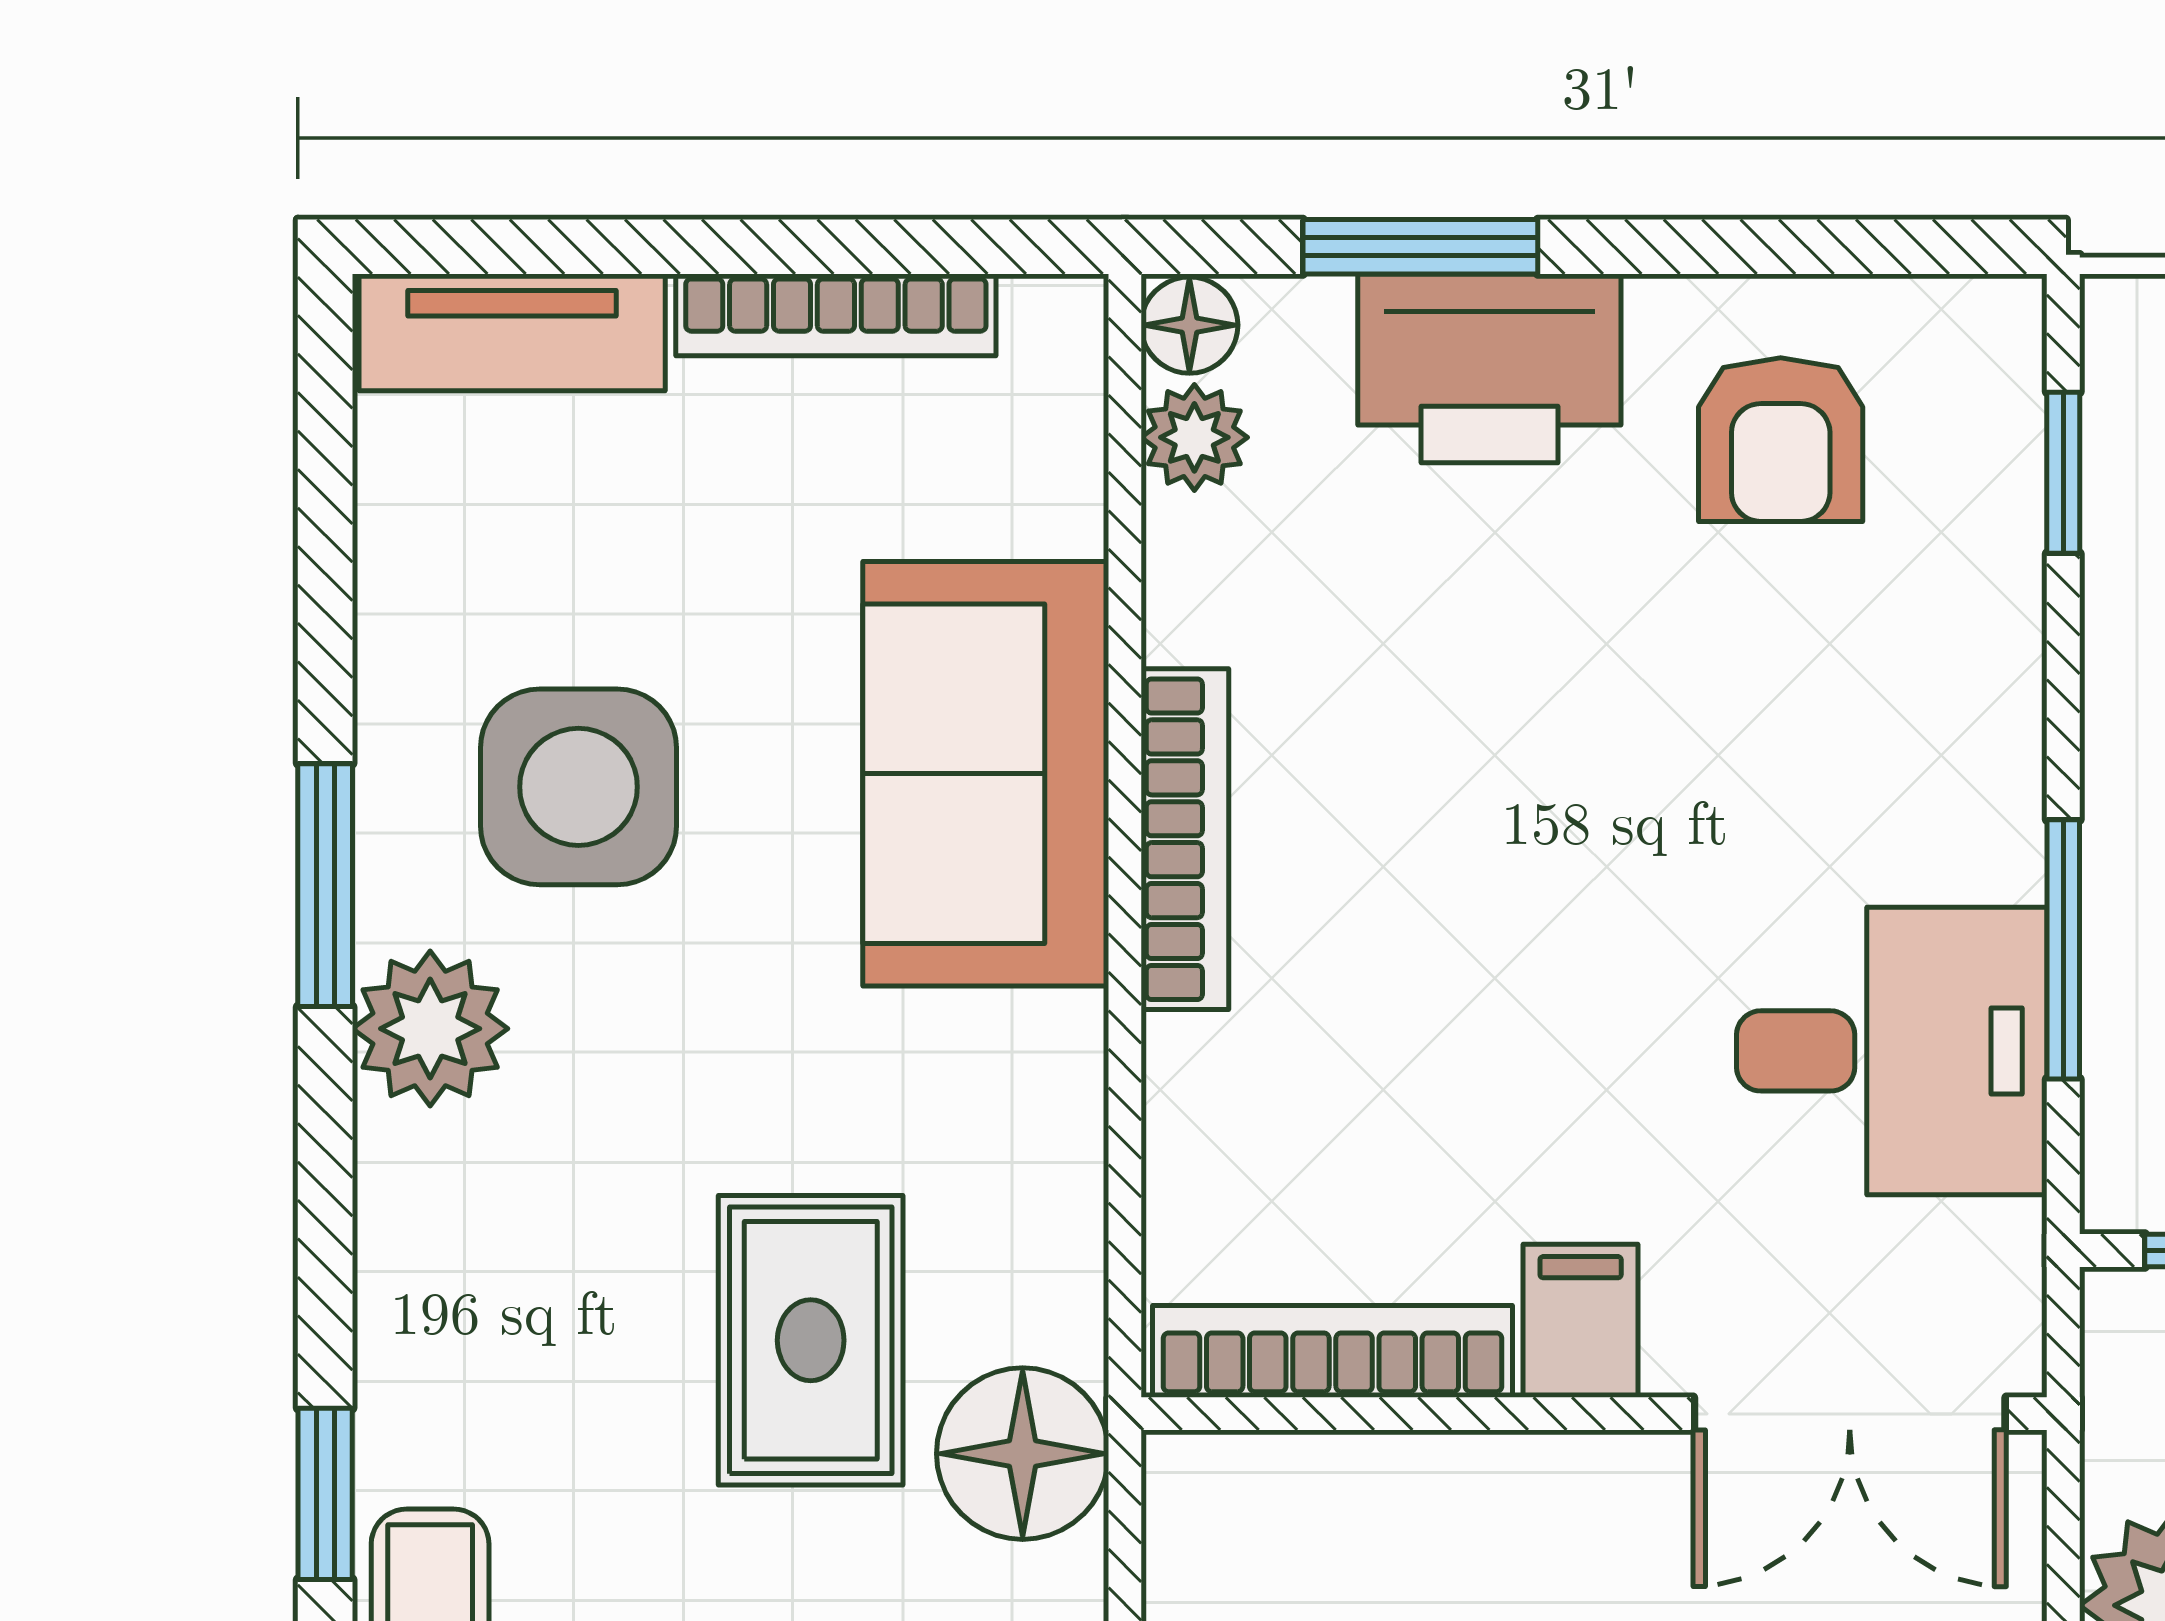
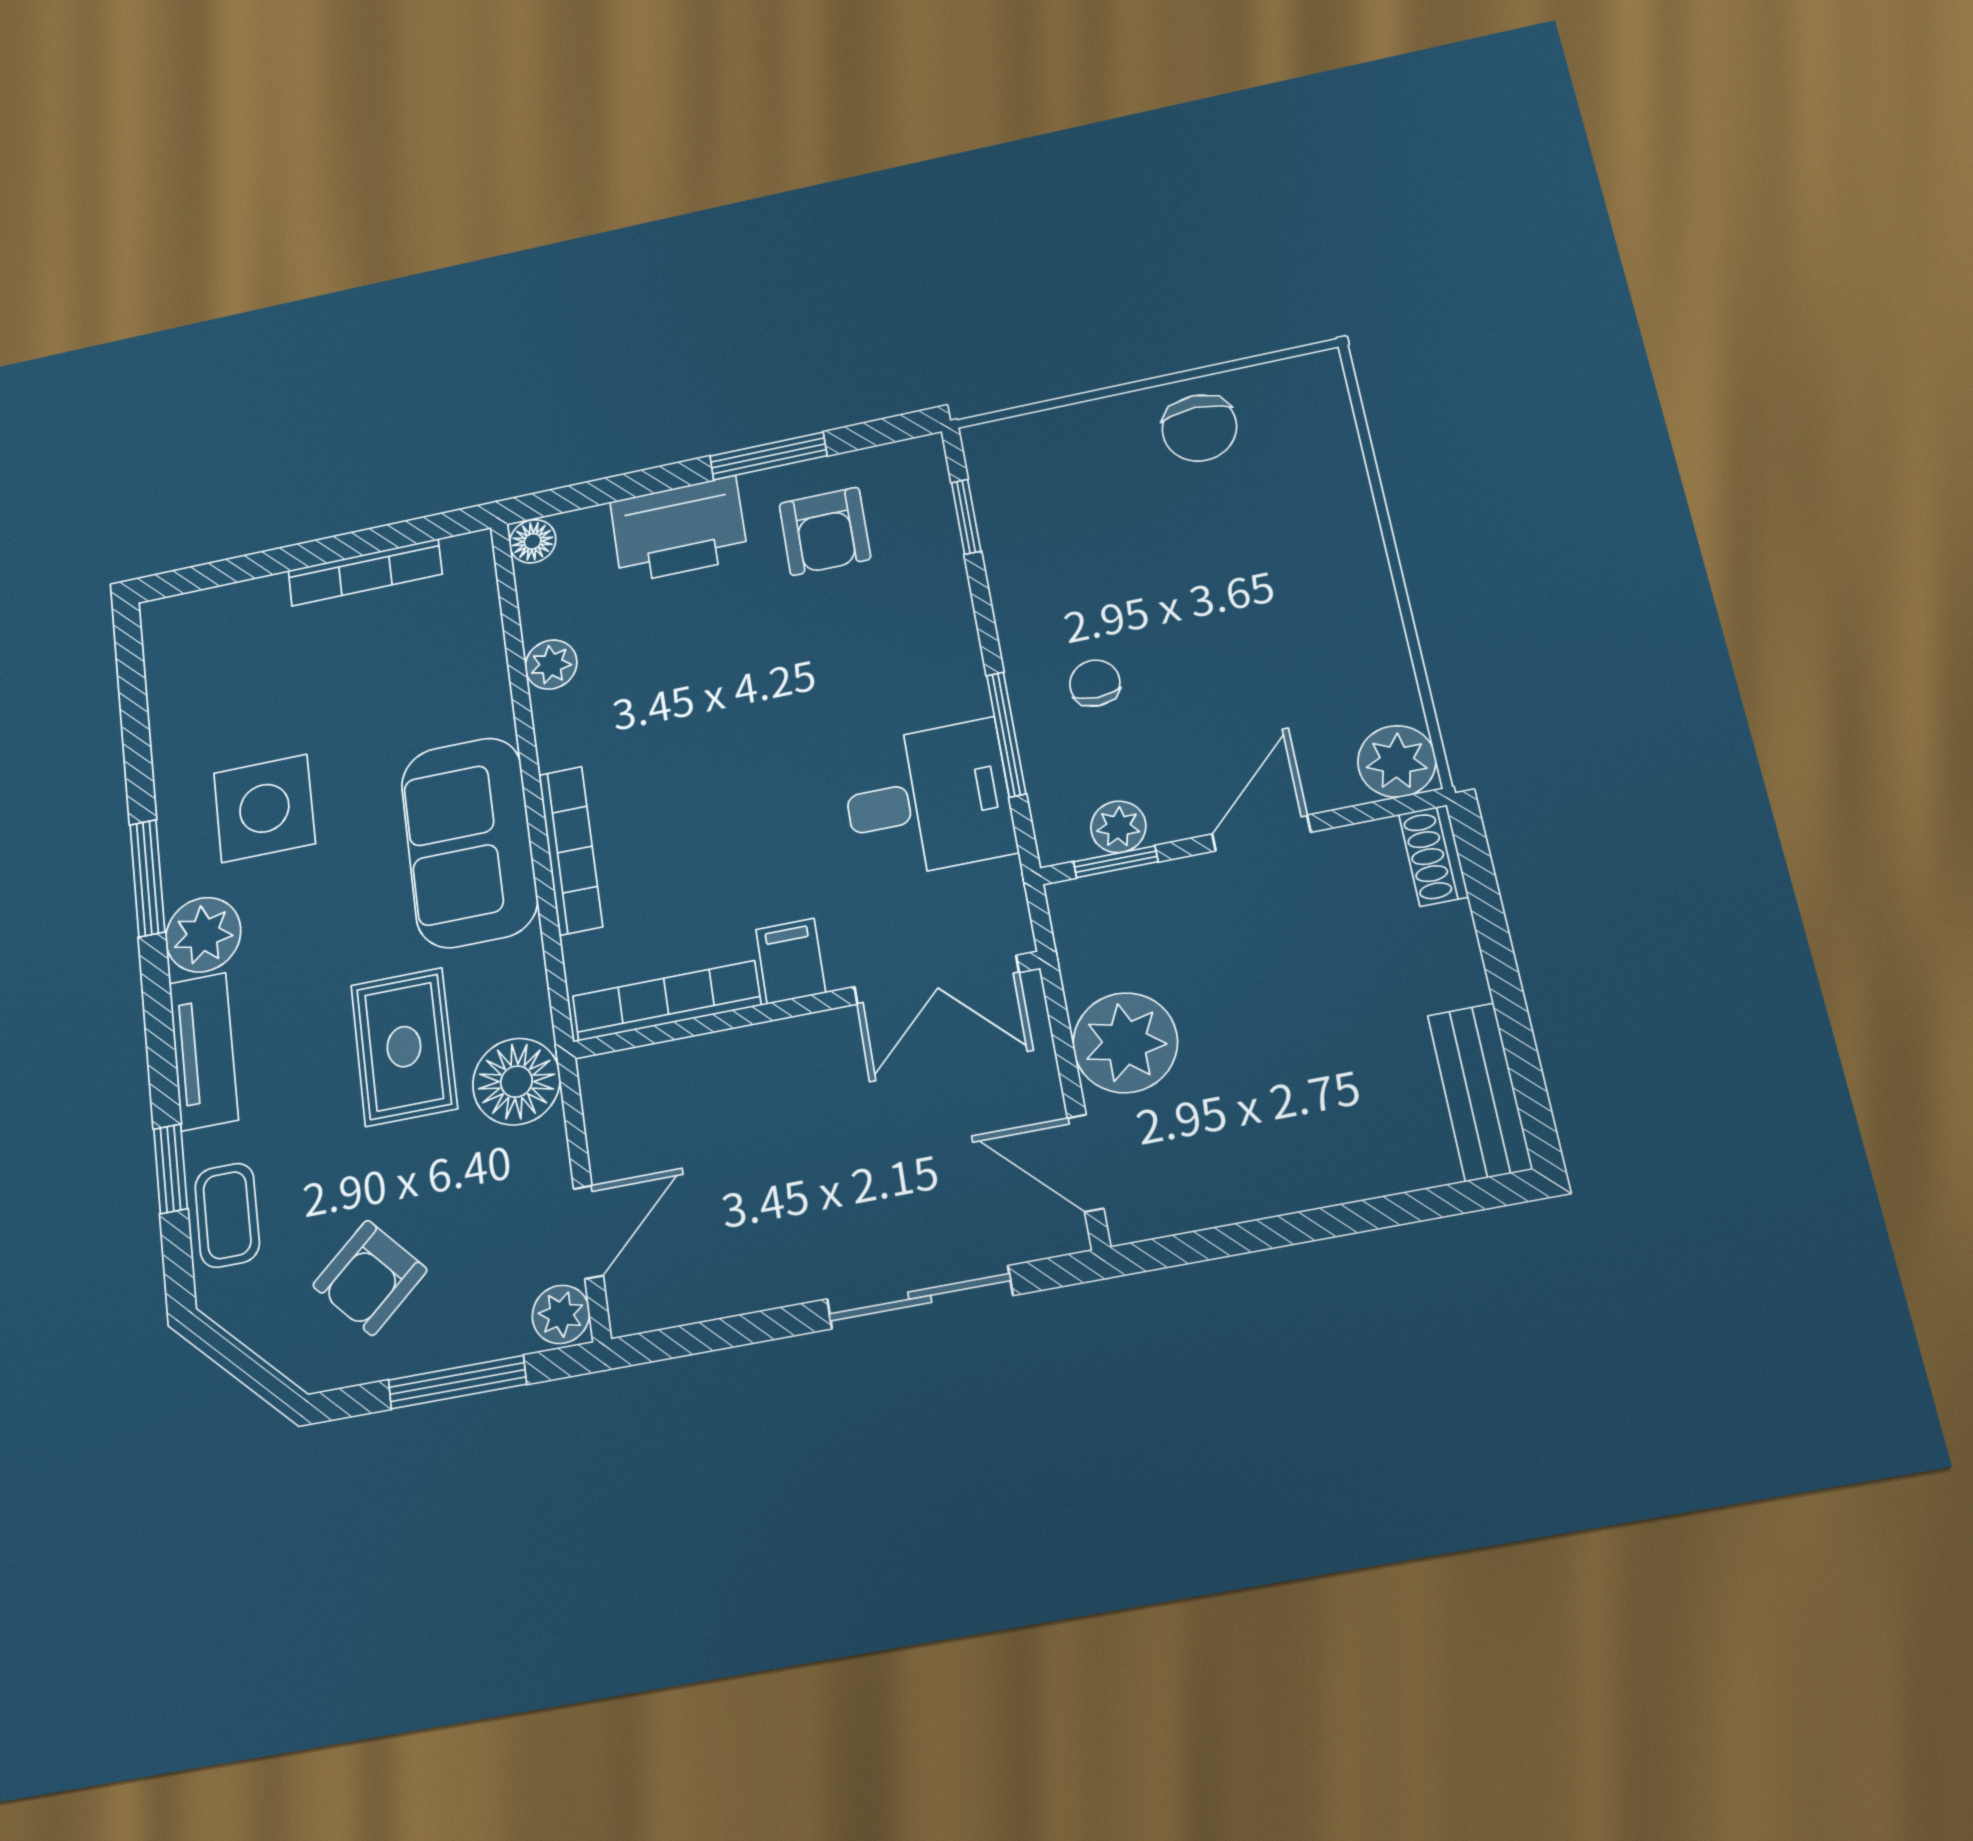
window: (1420, 247) -> (768, 456), moved
tv unit: (512, 332) -> (204, 1051), moved, turned -90
plant: (1194, 437) -> (551, 665), moved
sofa: (986, 774) -> (469, 842), moved
bookcase: (1185, 839) -> (571, 850), moved

